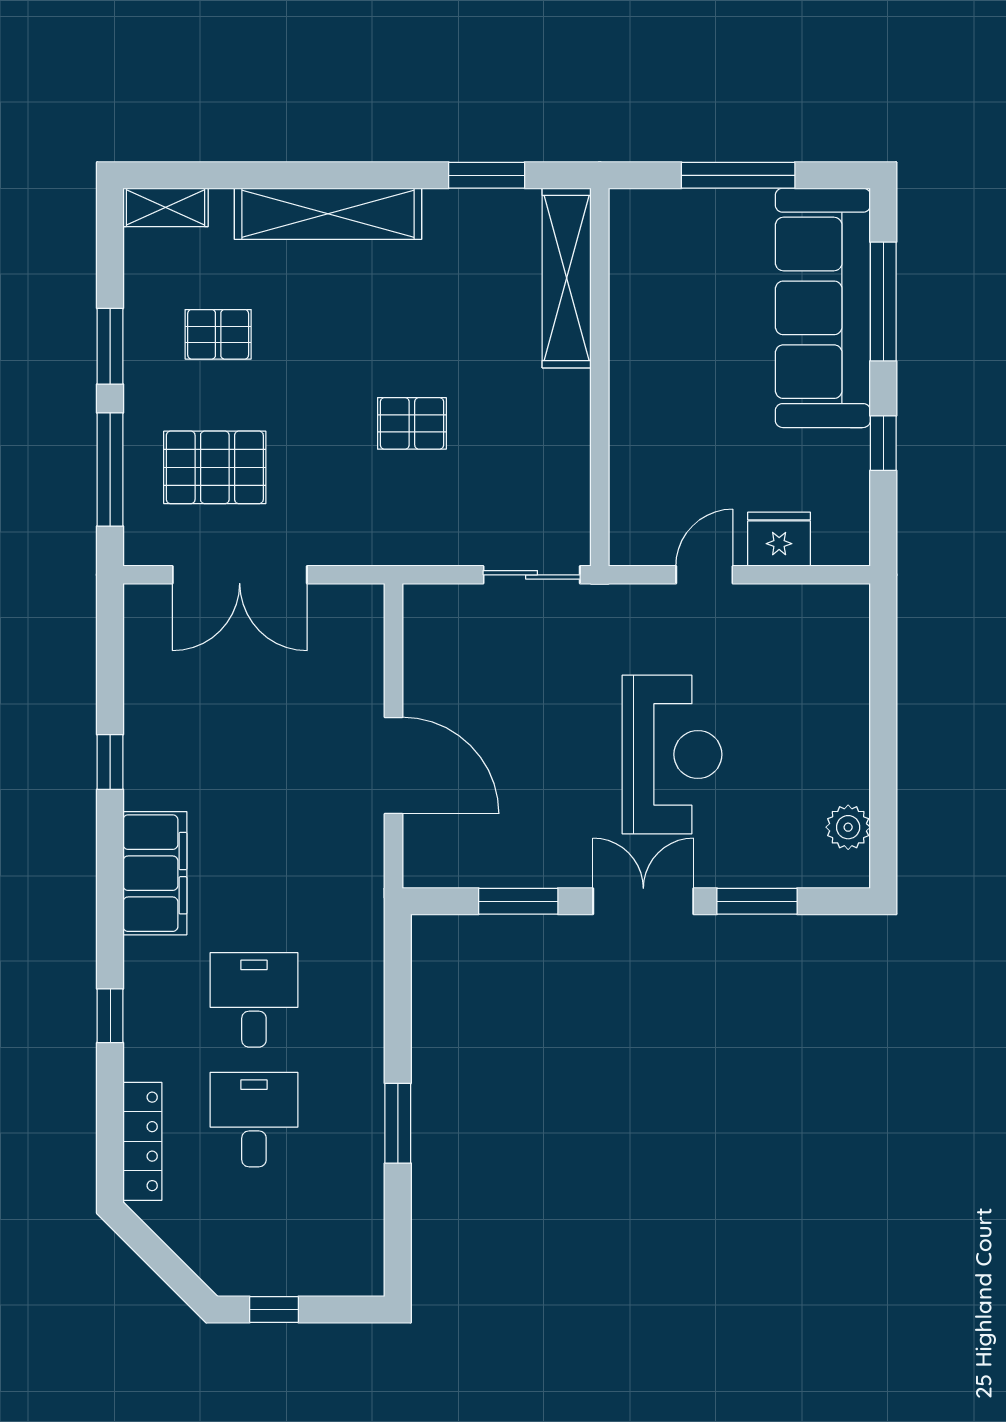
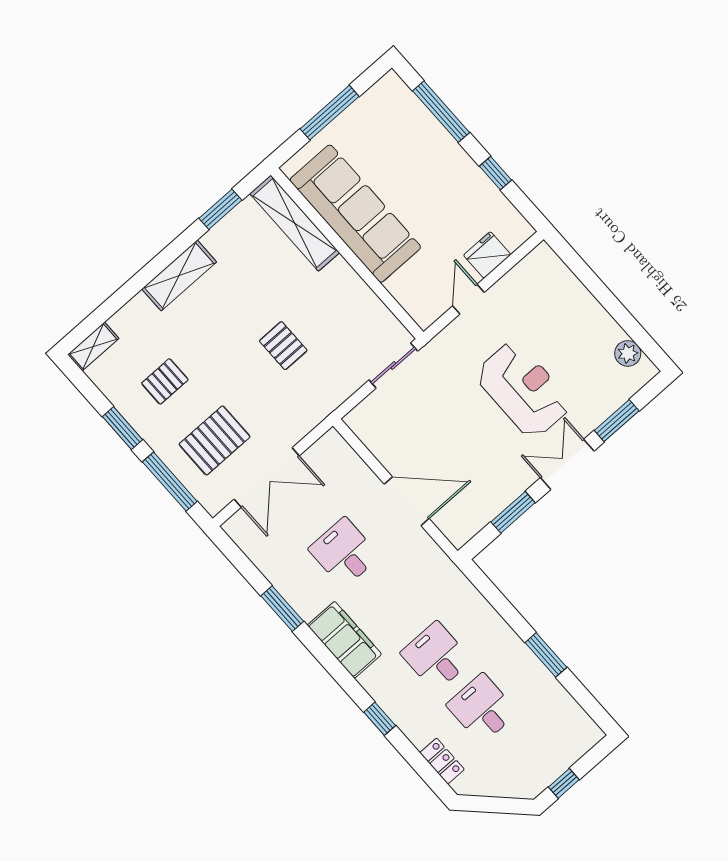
shelving: (328, 214) -> (179, 275), width x0.68
sofa: (823, 308) -> (355, 214), moved, turned 180
pallet: (412, 423) -> (283, 346), turned 90
desk: (254, 760) -> (344, 553), added
window: (110, 762) -> (282, 609), width x1.50
locker: (142, 1141) -> (442, 761), width x0.66

